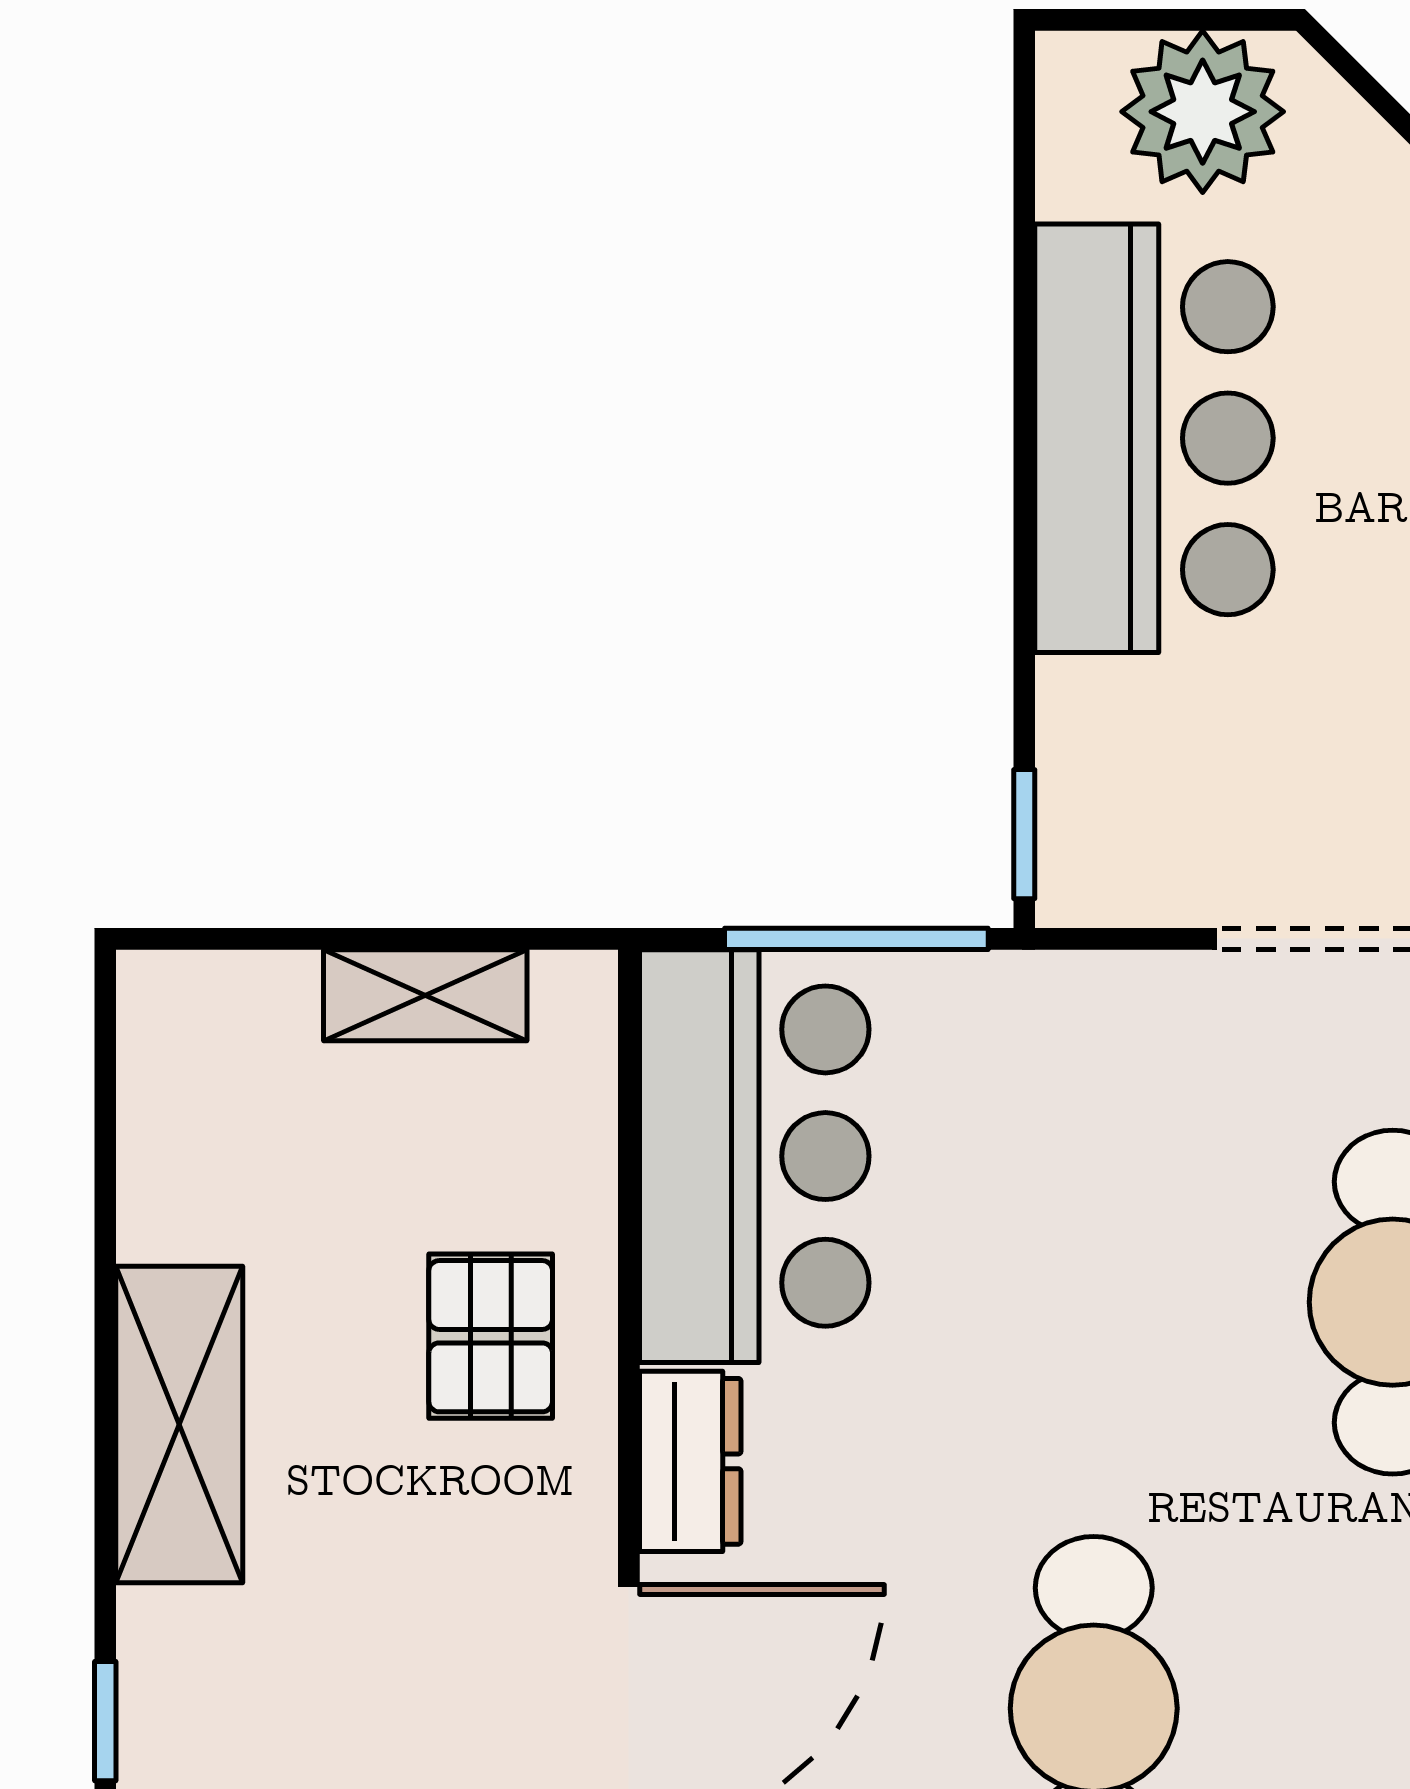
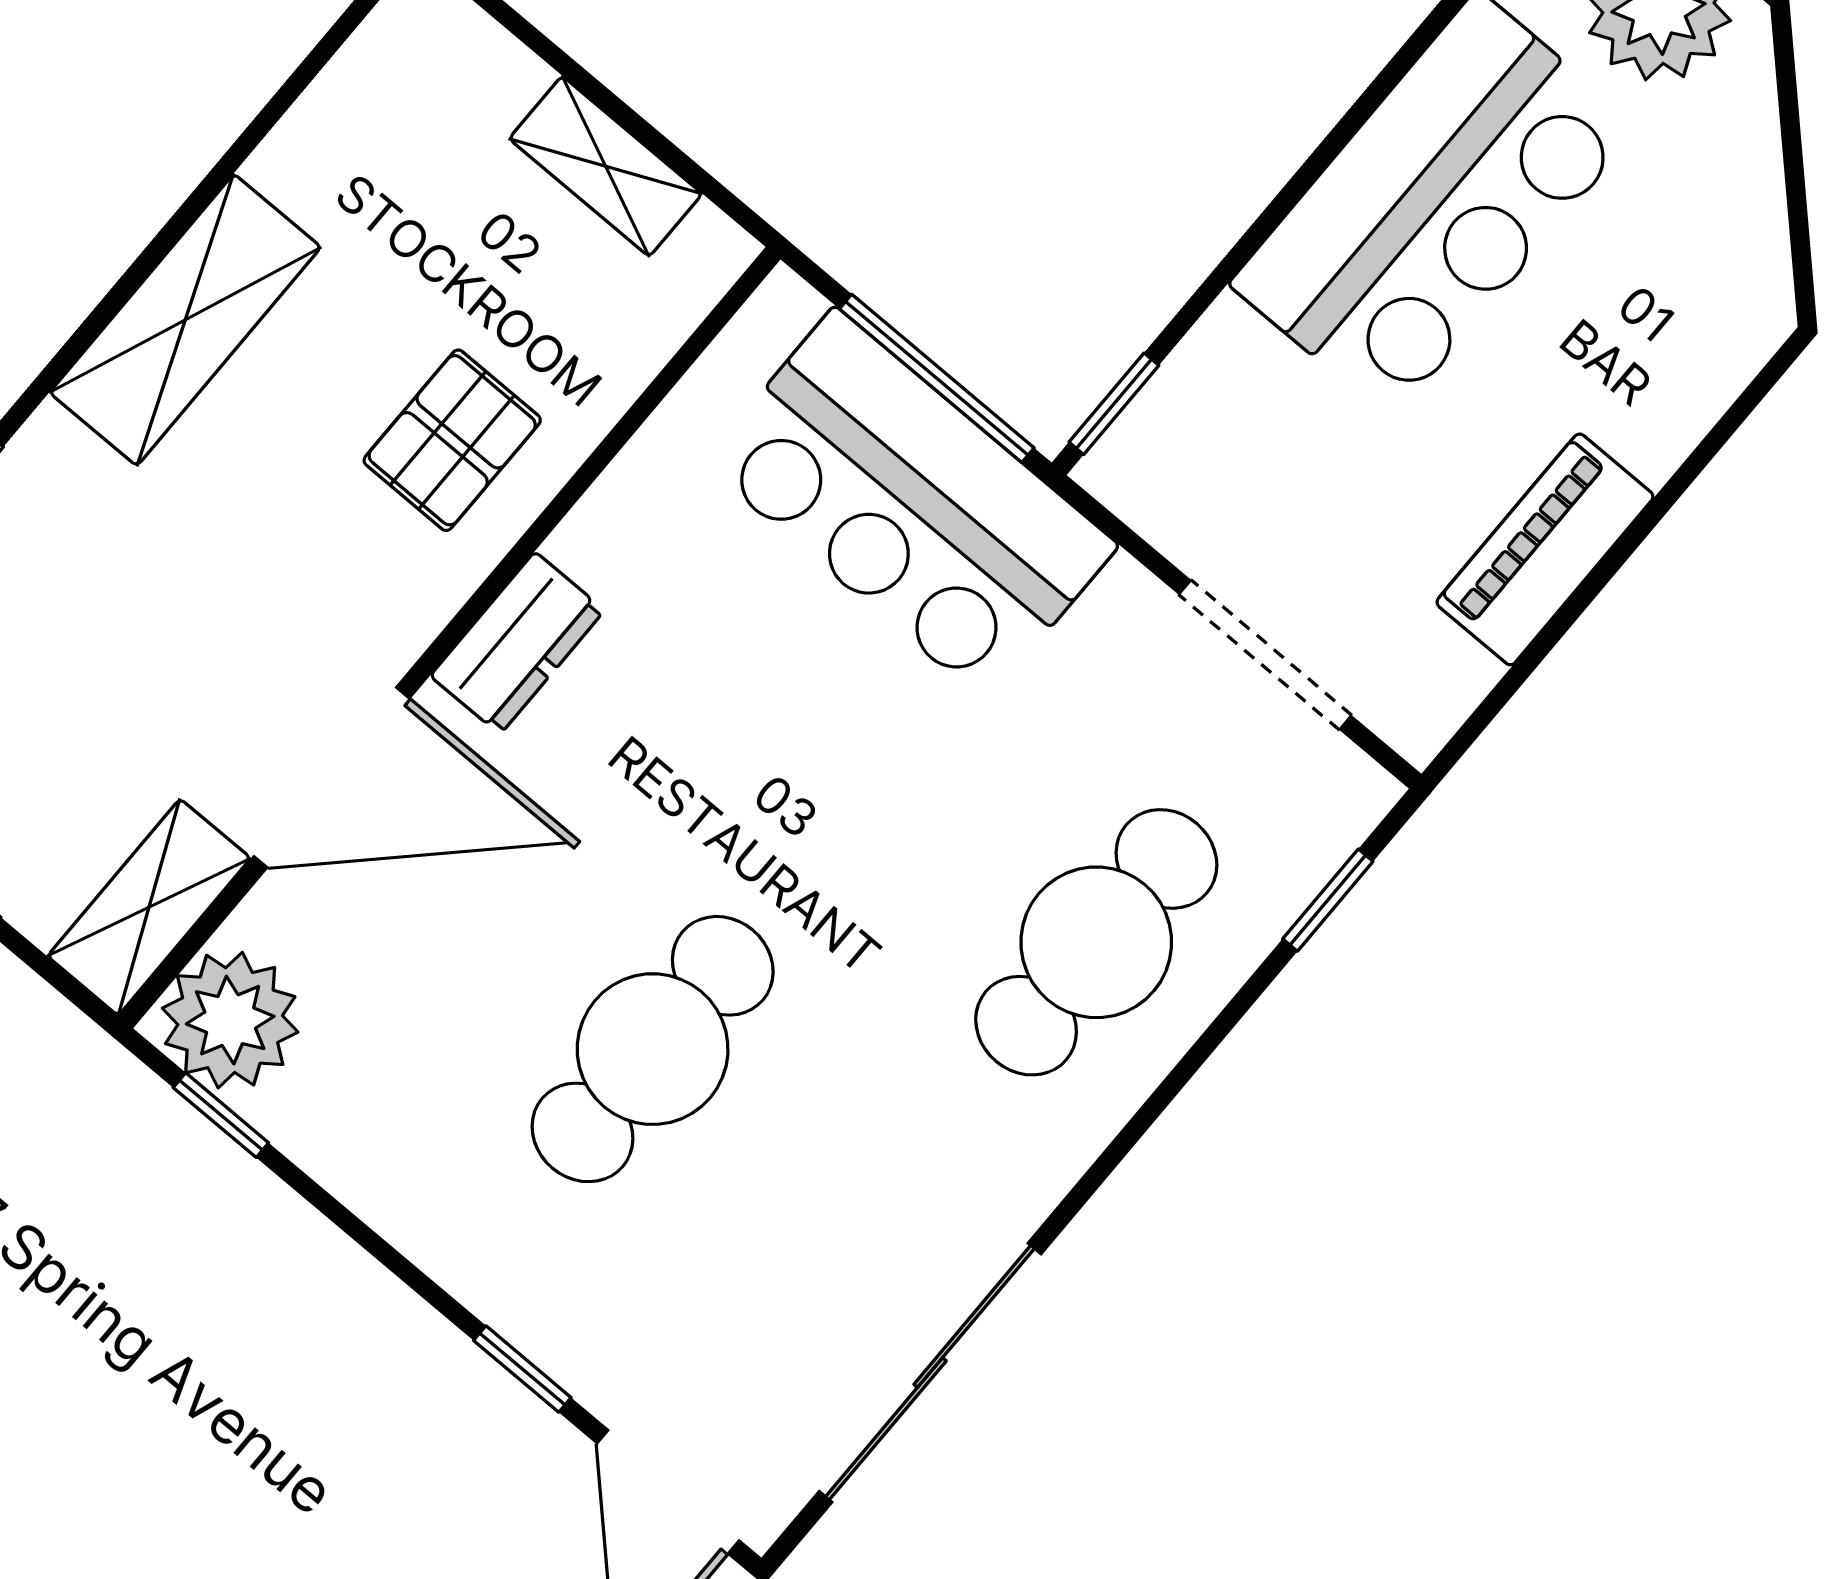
bar counter: (754, 1156) -> (910, 504), moved, turned 90

